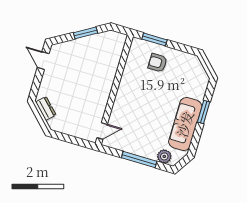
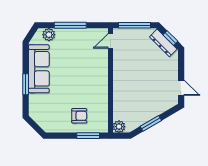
plant: (120, 39) -> (119, 127), added
dresser: (46, 109) -> (163, 43), width x1.44
window: (39, 116) -> (170, 38), added
window: (72, 140) -> (135, 25), added

